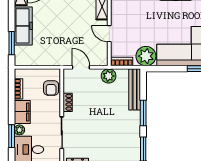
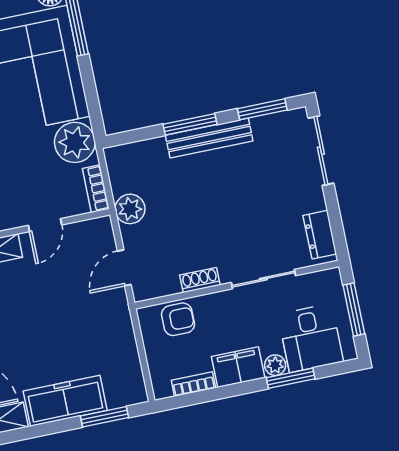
bench: (135, 89) -> (209, 138), moved

